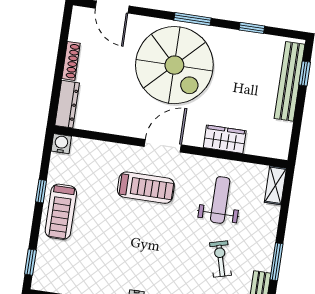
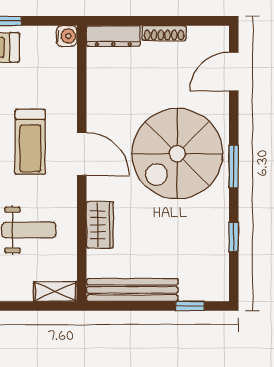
bench: (290, 81) -> (132, 290), moved

